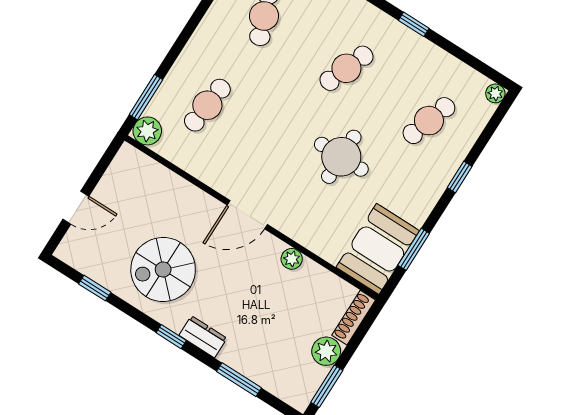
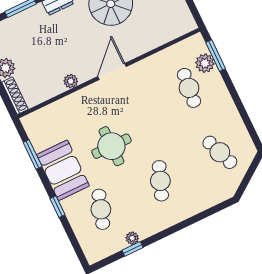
window: (414, 24) -> (133, 249), moved
plant: (495, 93) -> (132, 238), moved
plant: (147, 131) -> (205, 63), moved
booth: (378, 249) -> (63, 170), moved

